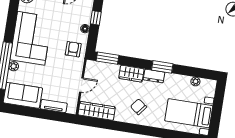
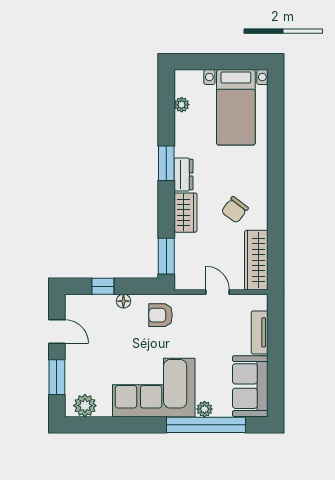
chair: (139, 107) -> (235, 210), moved

